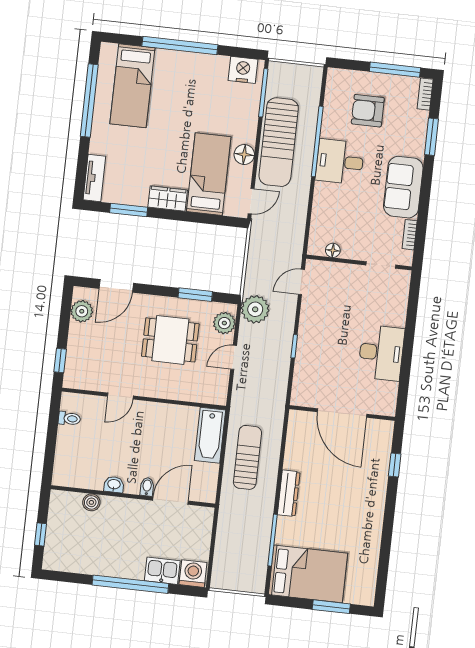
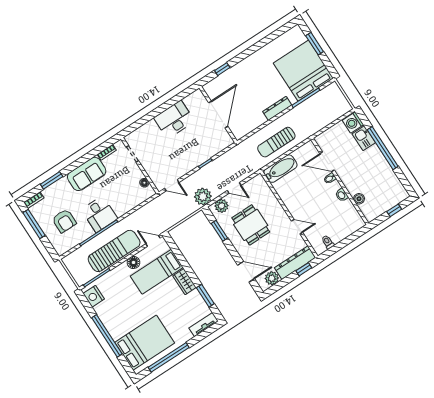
bed: (132, 86) -> (145, 343), width x1.50
dresser: (77, 356) -> (295, 263), added
bed: (308, 574) -> (303, 71), width x1.36

